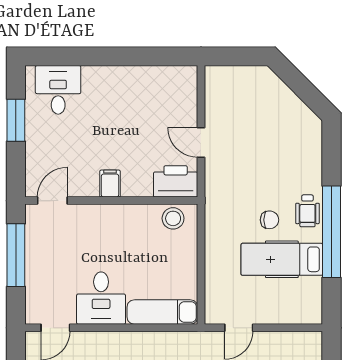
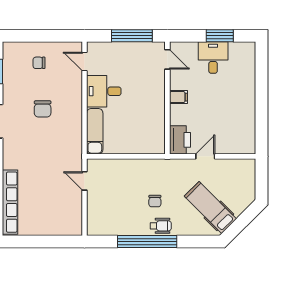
desk: (58, 90) -> (213, 58), moved, turned -90
wheelchair: (307, 211) -> (161, 226), turned 180
stool: (173, 218) -> (156, 138), removed
hospital bed: (282, 259) -> (210, 208), moved, turned -45

